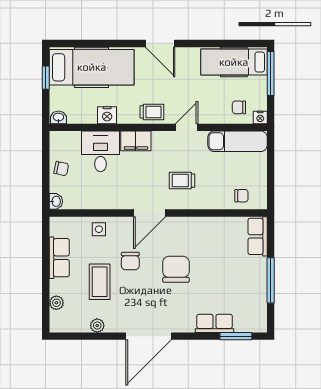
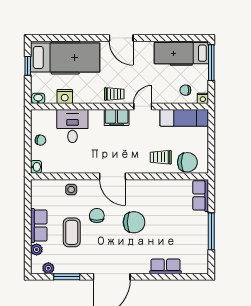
nightstand: (107, 115) -> (65, 97), moved
filing cabinet: (136, 141) -> (117, 118), moved
trolley: (182, 181) -> (161, 157), moved
chair: (241, 196) -> (187, 162), width x1.87, depth x1.87
door: (150, 213) -> (113, 176), hinge flipped
row of seats: (59, 258) -> (39, 226), moved
chair: (130, 261) -> (97, 216), turned 180
chair: (176, 269) -> (134, 222), turned 90
plant: (97, 326) -> (48, 268), moved
window: (236, 336) -> (67, 277), moved

